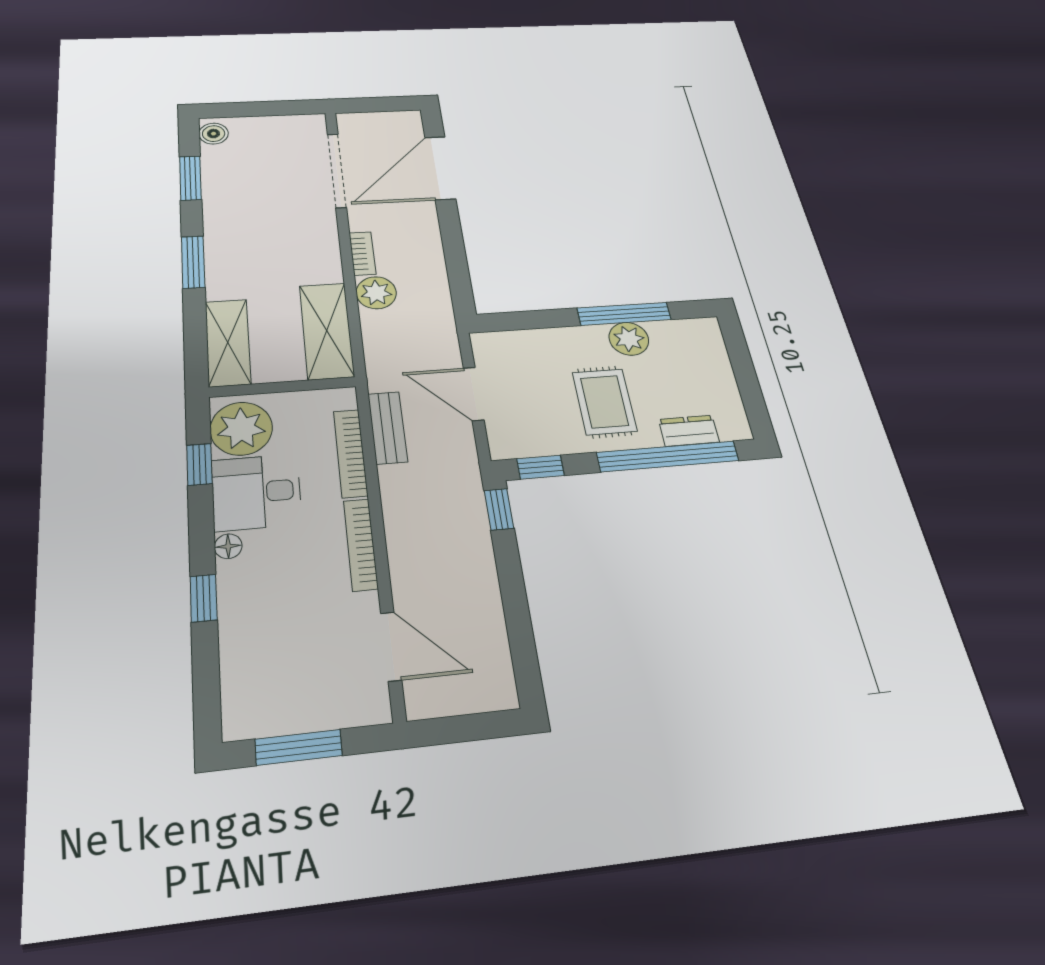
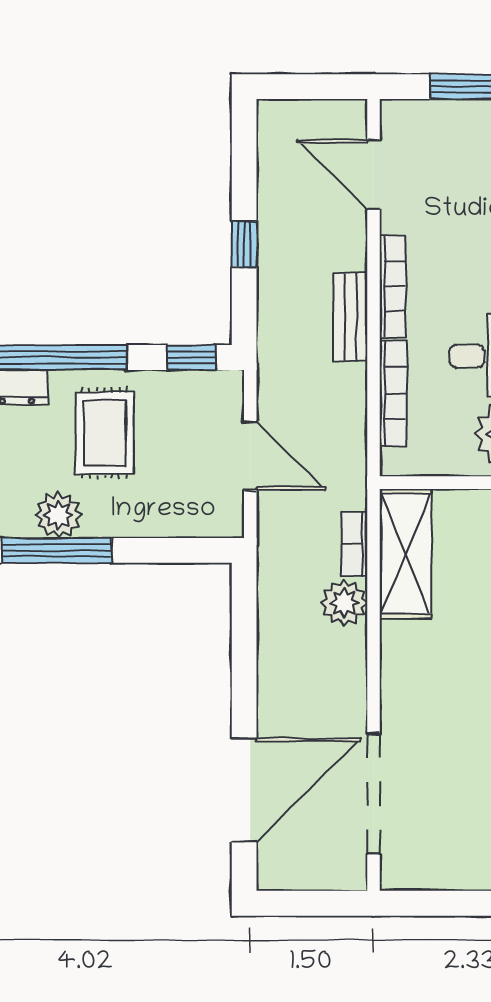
bookcase: (362, 253) -> (354, 544), moved
bench: (388, 428) -> (350, 317), moved
window: (499, 509) -> (244, 244), moved

